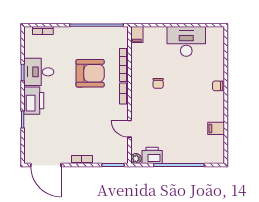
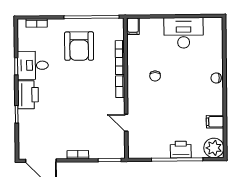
armchair: (90, 73) -> (79, 46), moved, turned 90
printer: (152, 155) -> (181, 150), moved
plant: (136, 159) -> (214, 148), moved, width x1.88, depth x1.88

